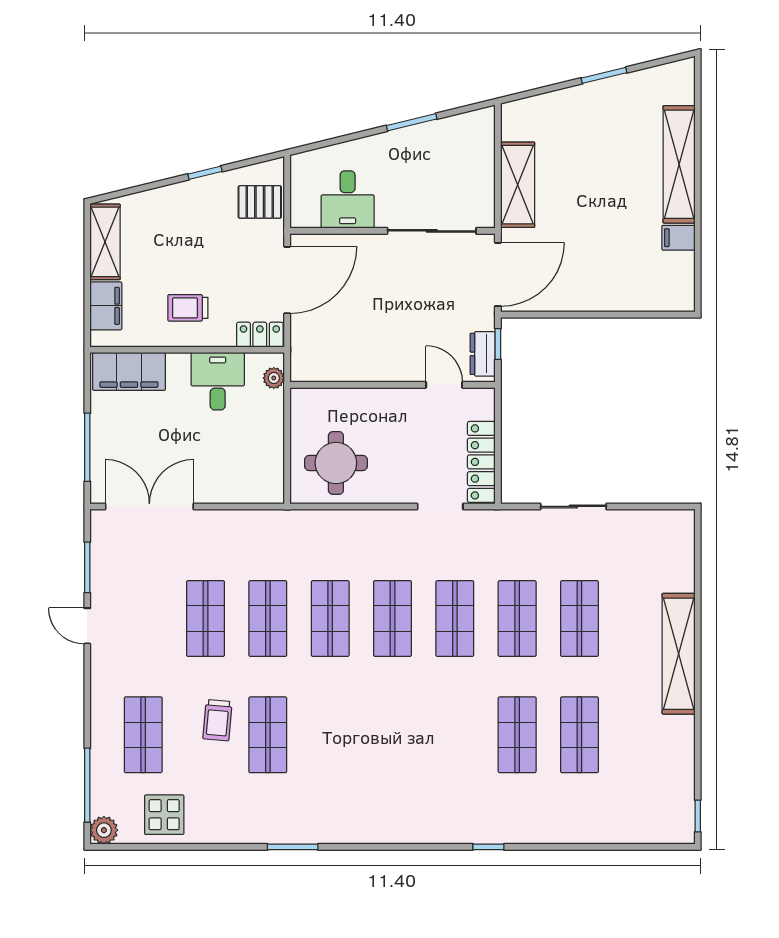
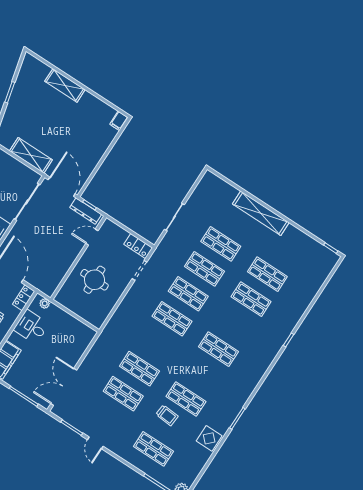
shelving: (679, 164) -> (65, 85), width x0.68
filing cabinet: (678, 238) -> (119, 121), moved
dresser: (483, 354) -> (86, 211), width x1.44
locker: (481, 462) -> (138, 246), width x0.66
round table: (336, 463) -> (94, 280), moved
shop shelf: (330, 619) -> (219, 349), moved
door: (87, 626) -> (95, 443), hinge flipped
display table: (164, 815) -> (209, 438), moved

